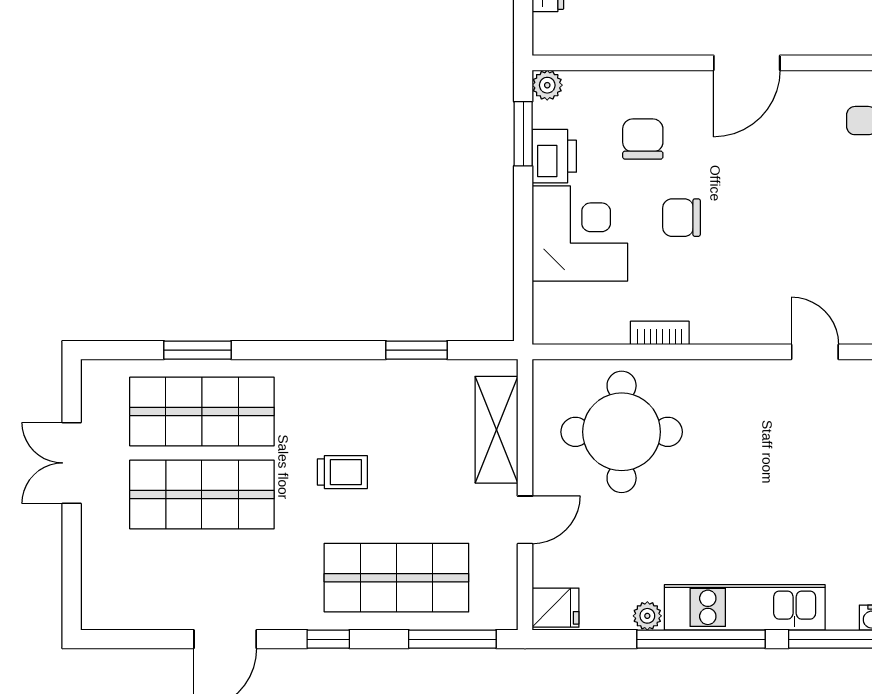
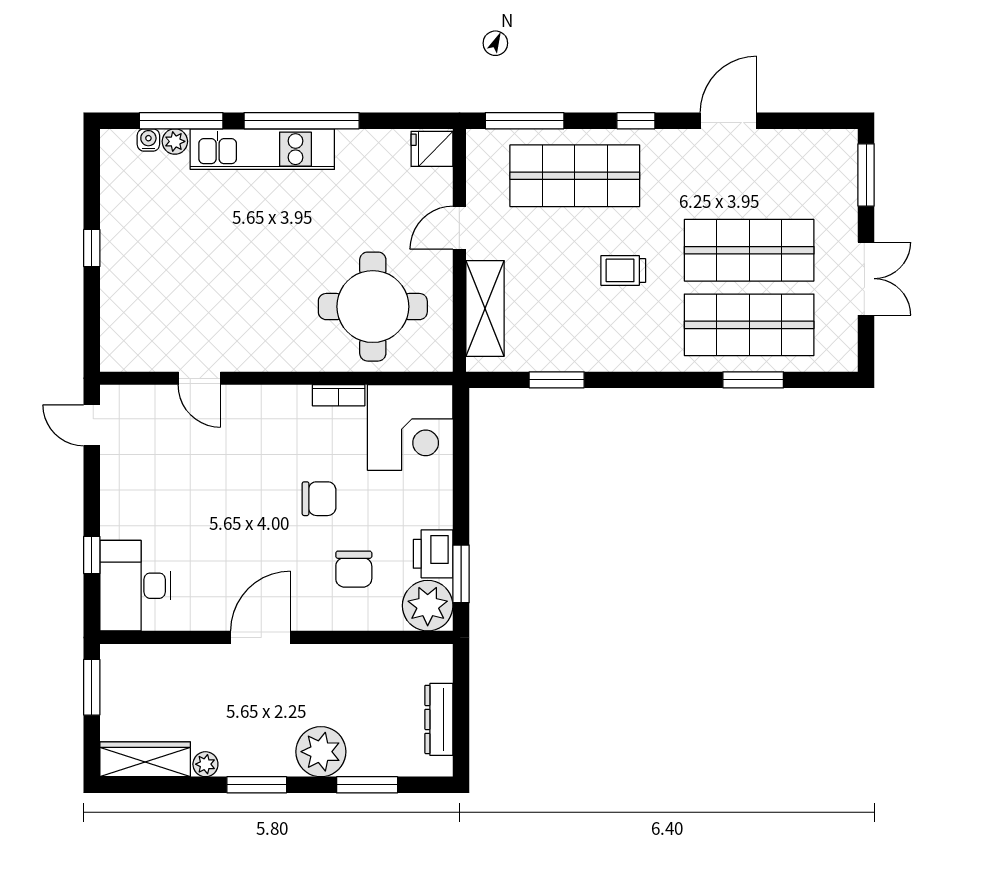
plant: (547, 85) -> (428, 606), width x1.87, depth x1.87
corner desk: (580, 234) -> (410, 428), moved, turned -90
window: (72, 579) -> (866, 175), added
plant: (647, 616) -> (175, 141), moved

